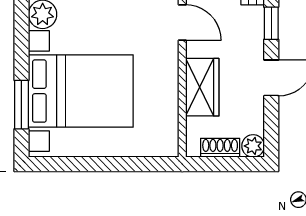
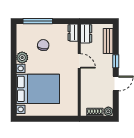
wardrobe: (202, 87) -> (88, 87), removed
window: (21, 105) -> (14, 94), removed

